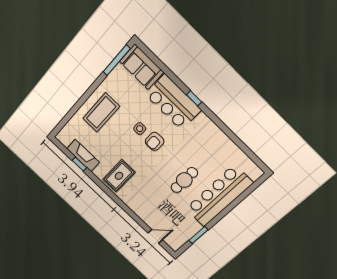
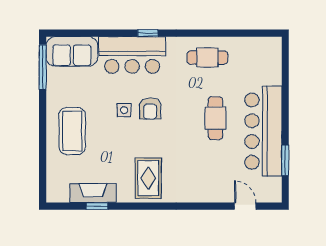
cafe table: (213, 144) -> (207, 58), added
bar counter: (219, 196) -> (263, 131), moved
door: (155, 236) -> (245, 206), hinge flipped

